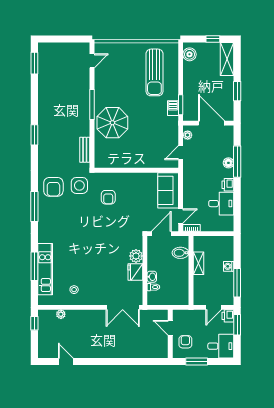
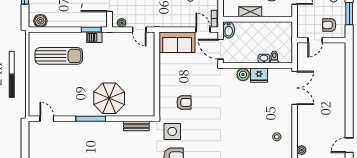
bidet: (180, 253) -> (229, 30), moved

